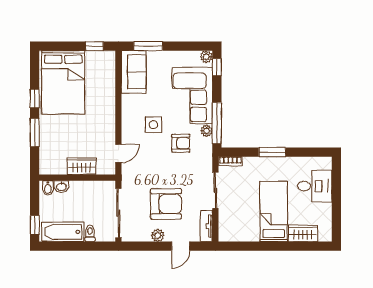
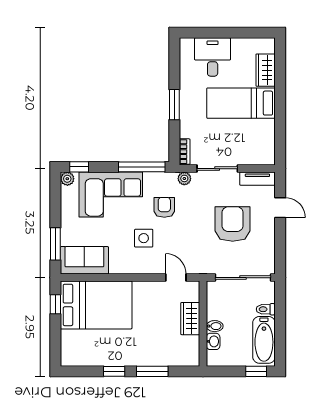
bed: (63, 82) -> (96, 305), moved
plant: (207, 131) -> (184, 178), moved
bidet: (48, 188) -> (215, 326), moved
plant: (158, 235) -> (268, 233), removed

